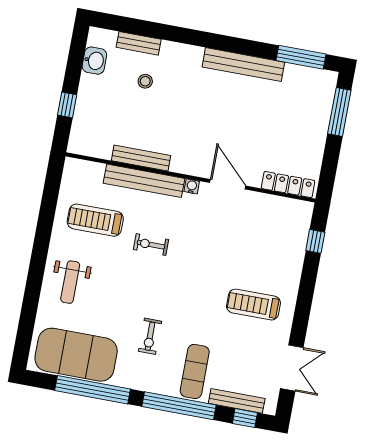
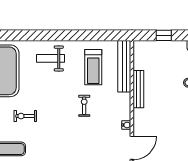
bench: (144, 181) -> (124, 66), moved
treadmill: (95, 220) -> (93, 67), turned 180

